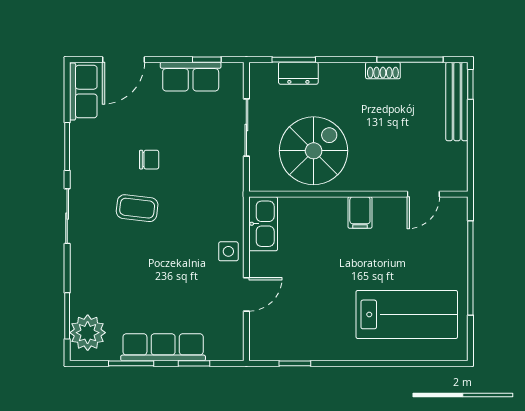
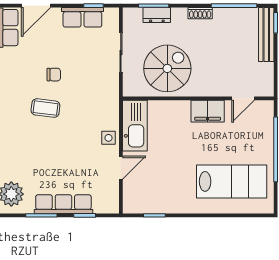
shoe rack: (383, 71) -> (200, 13), moved
filing cabinet: (360, 212) -> (208, 111), width x2.00
kitchen sink: (263, 224) -> (135, 126), width x1.36, depth x1.24

